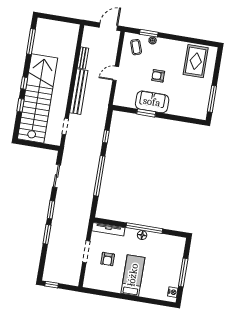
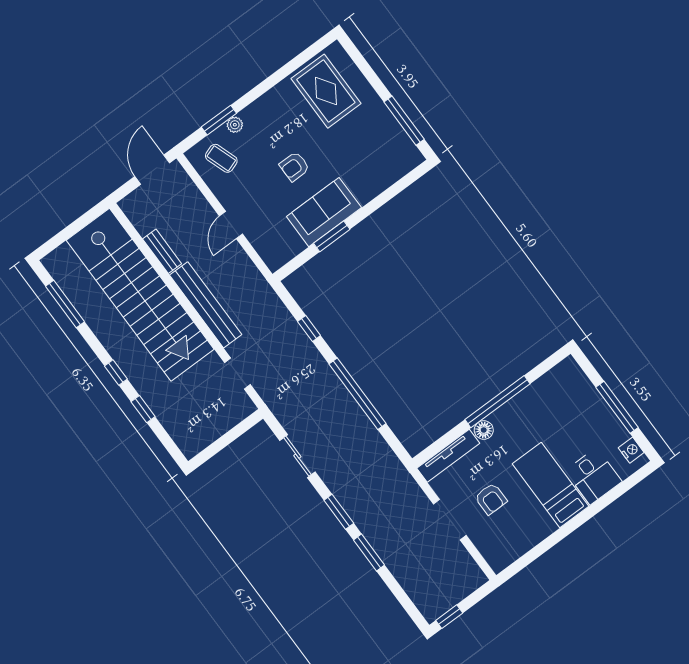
stairs: (38, 98) -> (140, 295), moved, turned 180
floor lamp: (142, 235) -> (484, 430), moved
desk: (151, 288) -> (593, 476), added

